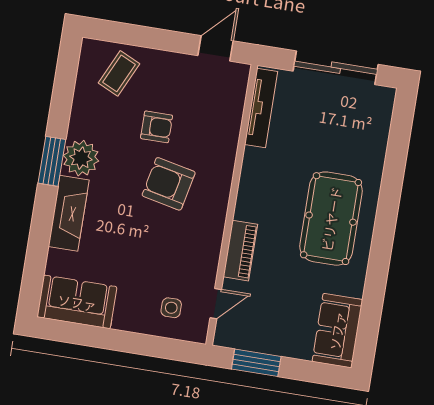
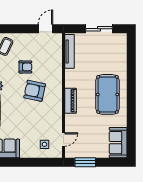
sliding door: (336, 68) -> (99, 29), width x0.73
piano: (240, 251) -> (70, 101), moved

